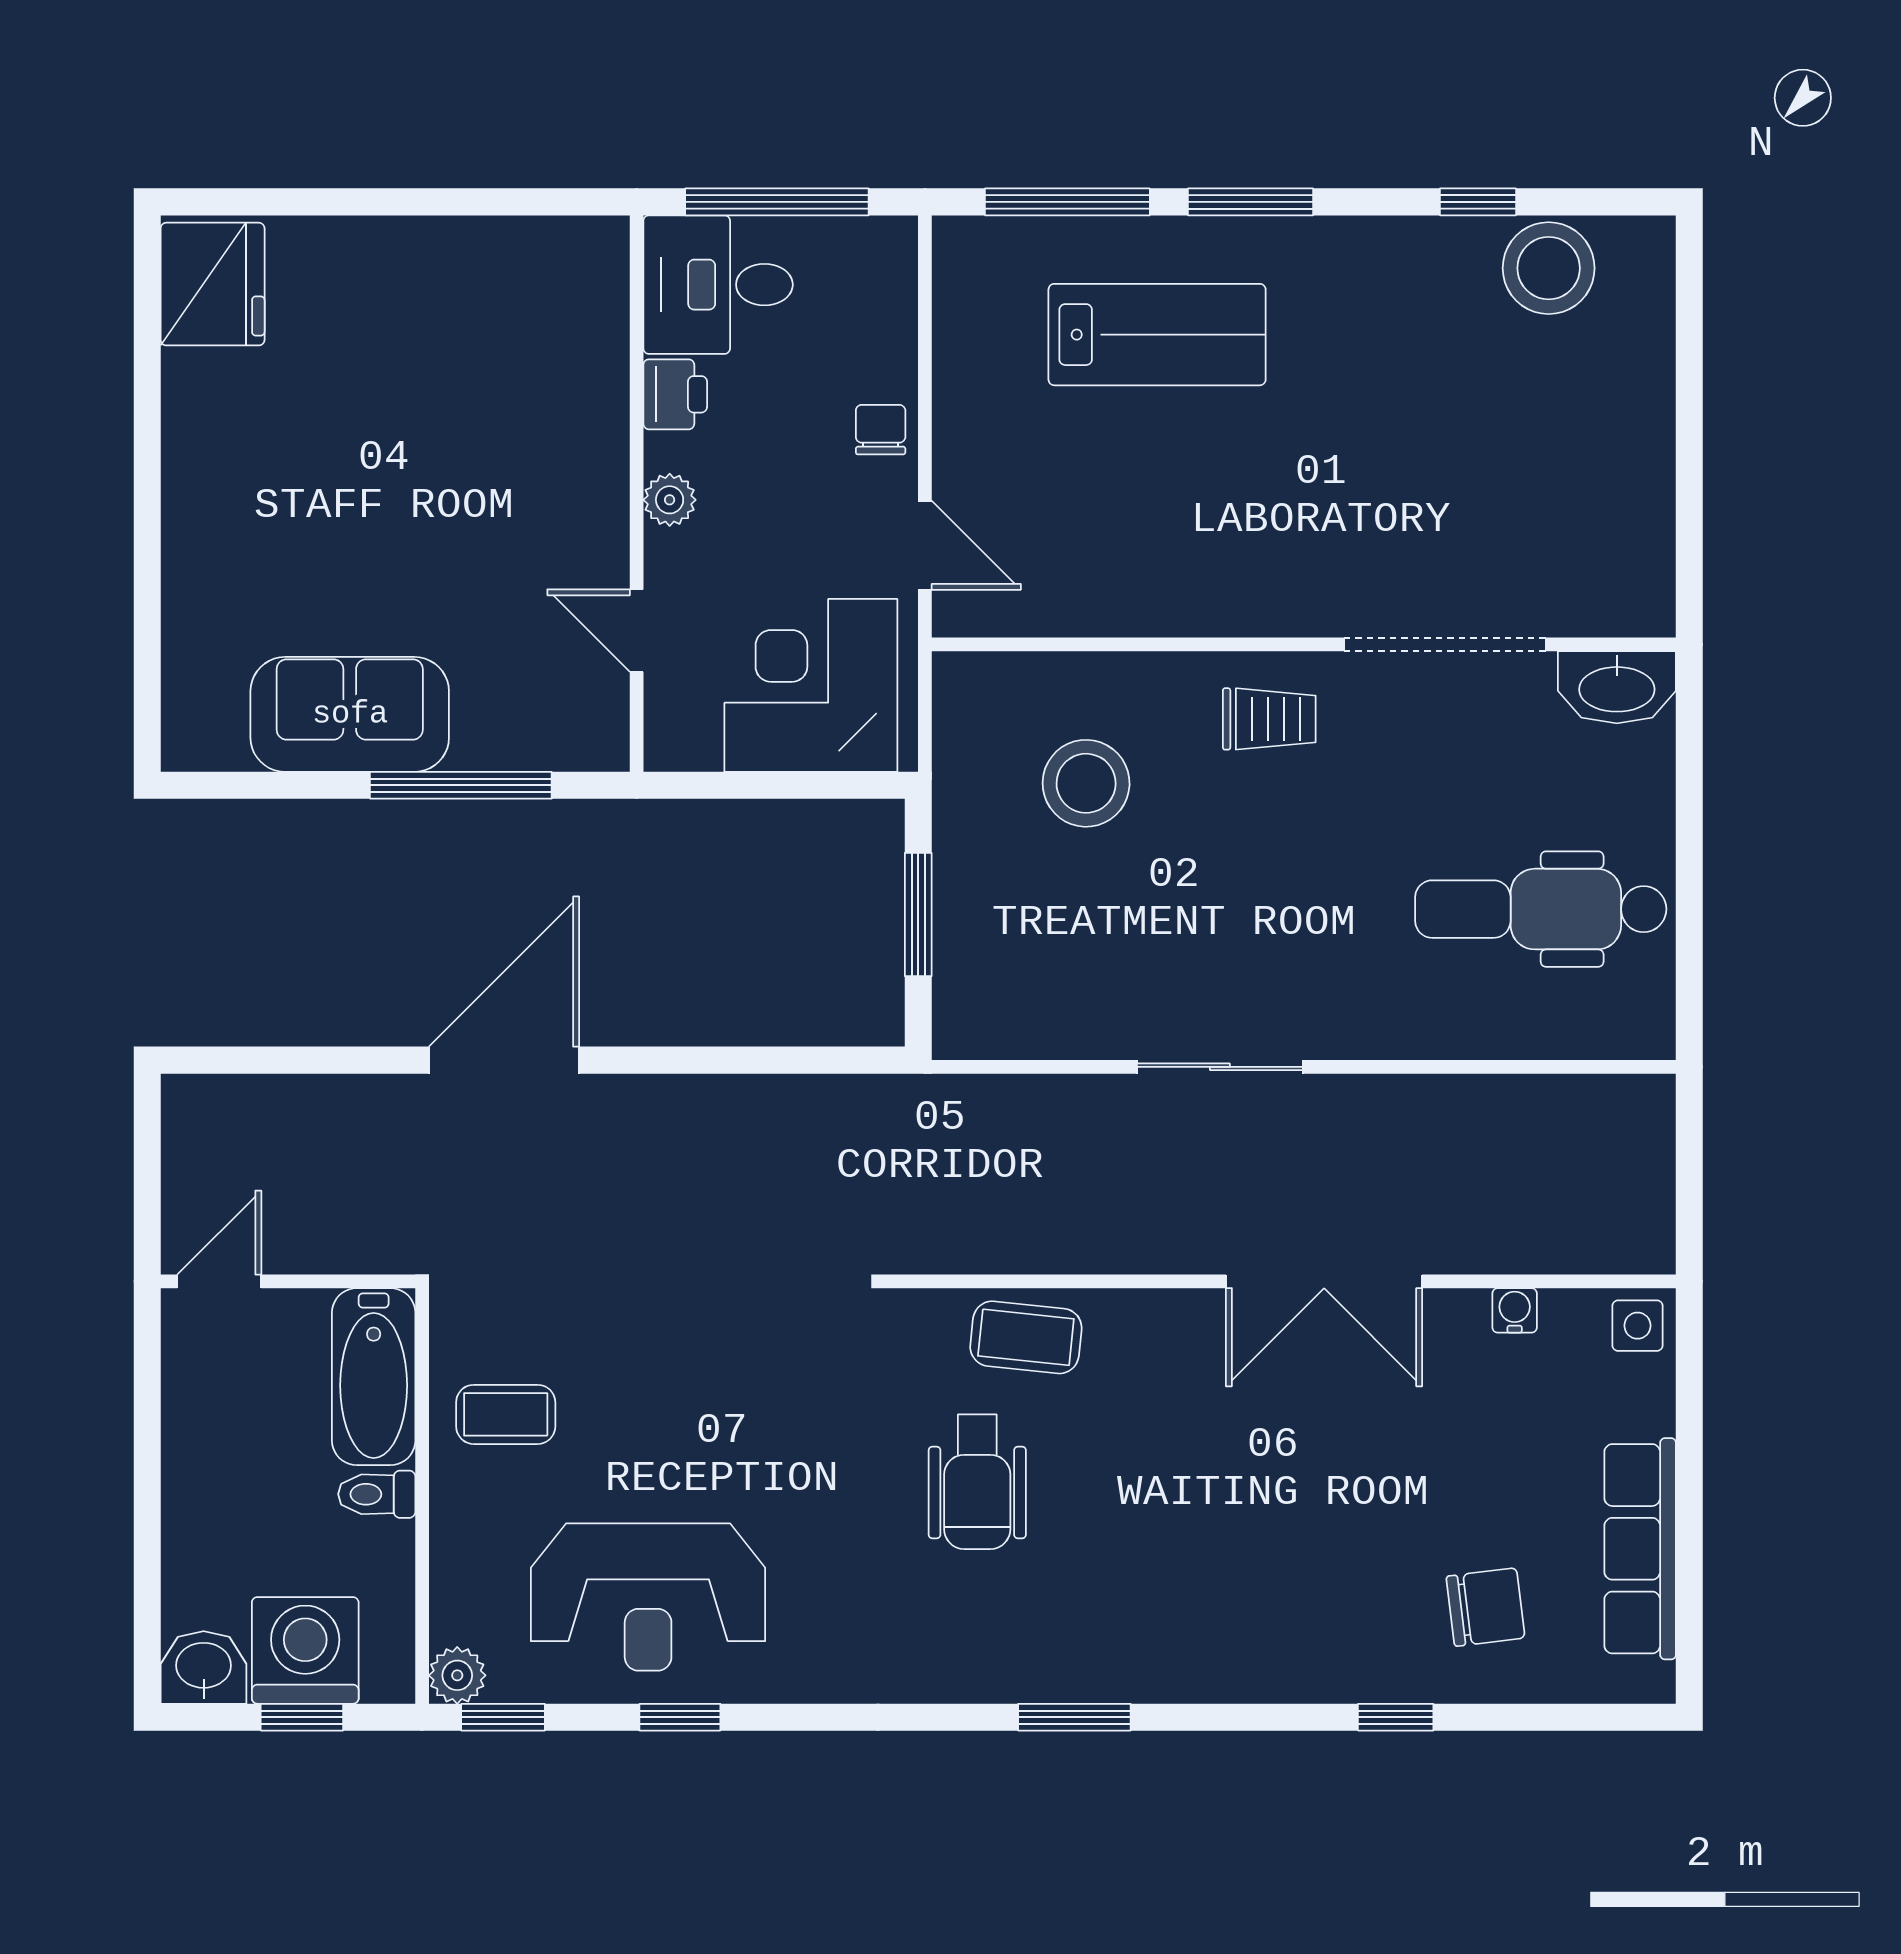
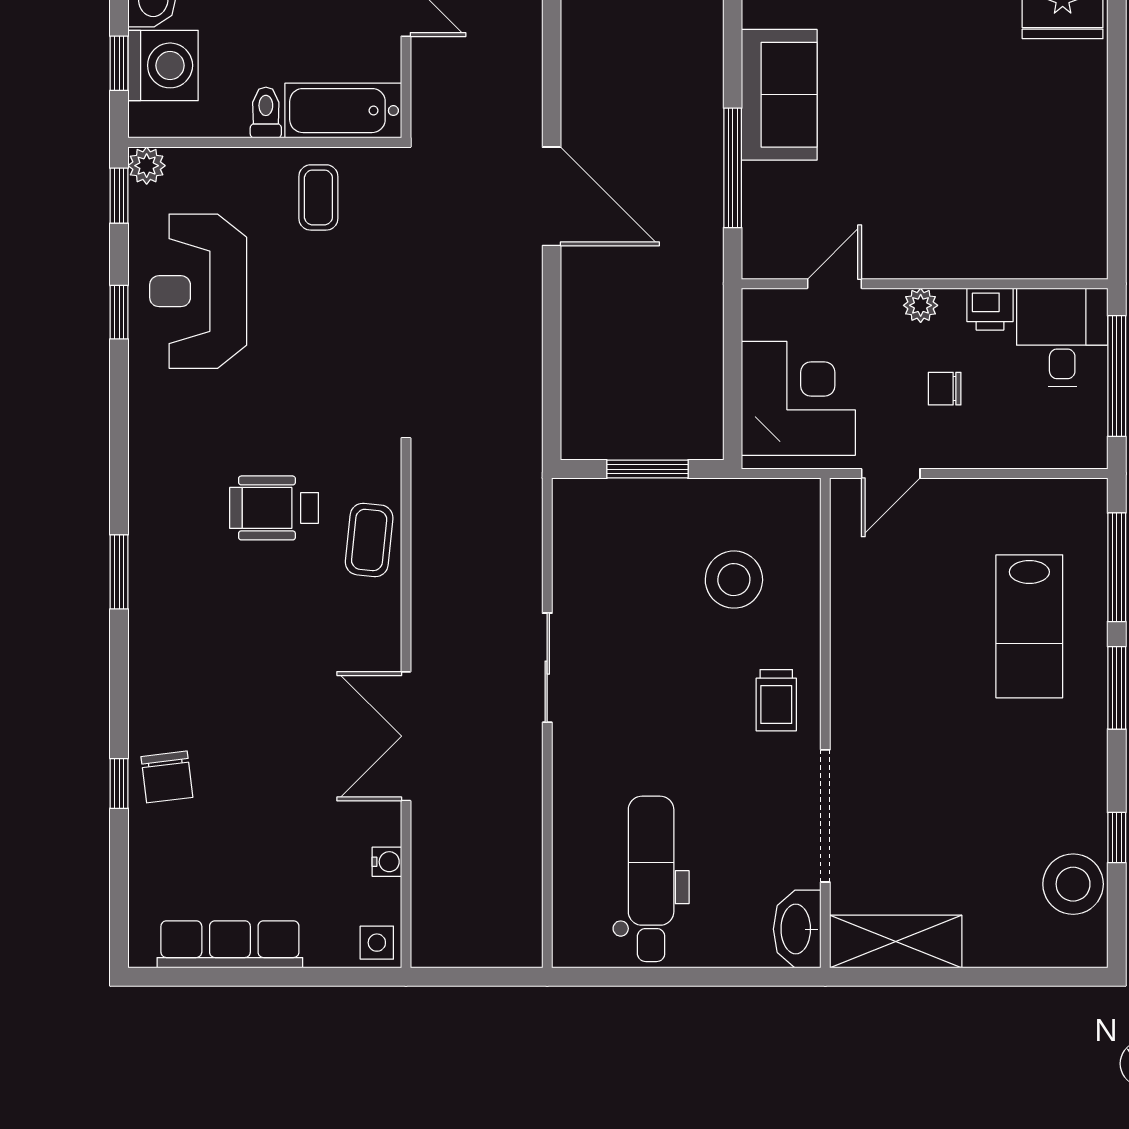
chair: (881, 430) -> (945, 389), moved, turned 180
shelving: (1636, 537) -> (896, 942), added
chair: (1486, 1607) -> (167, 777), moved

